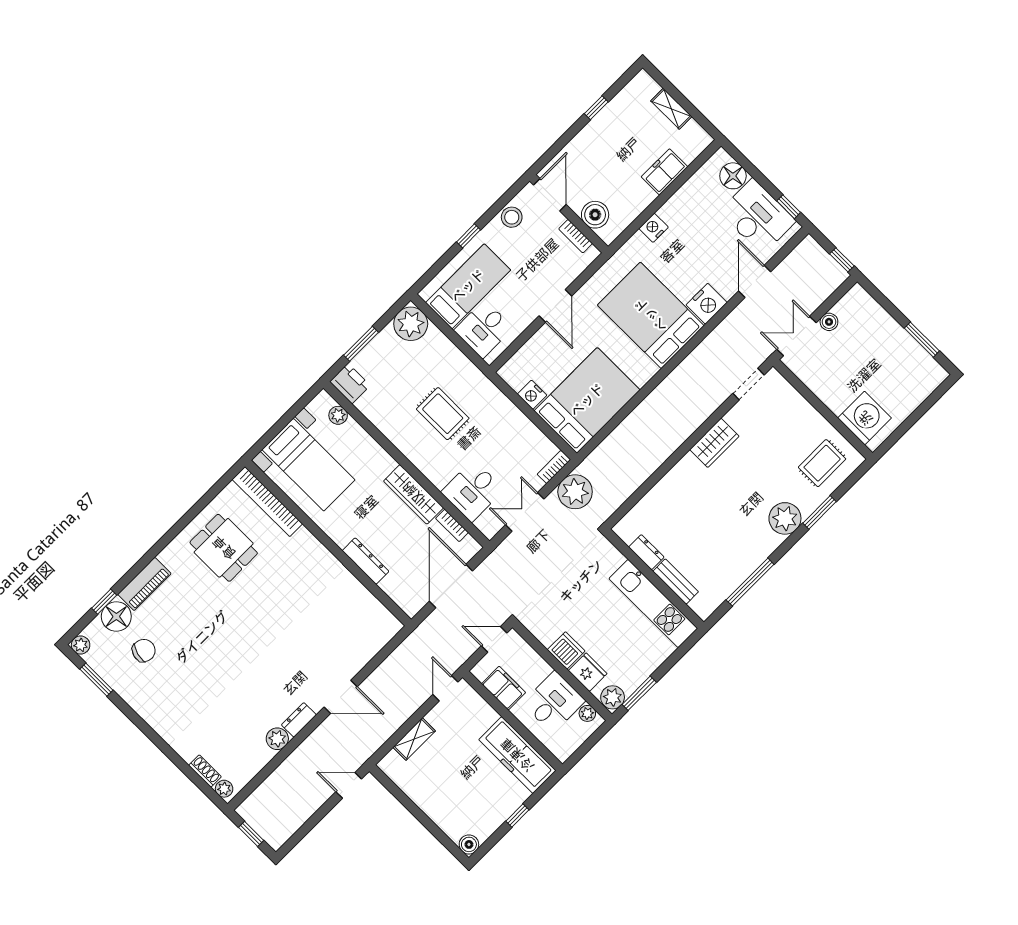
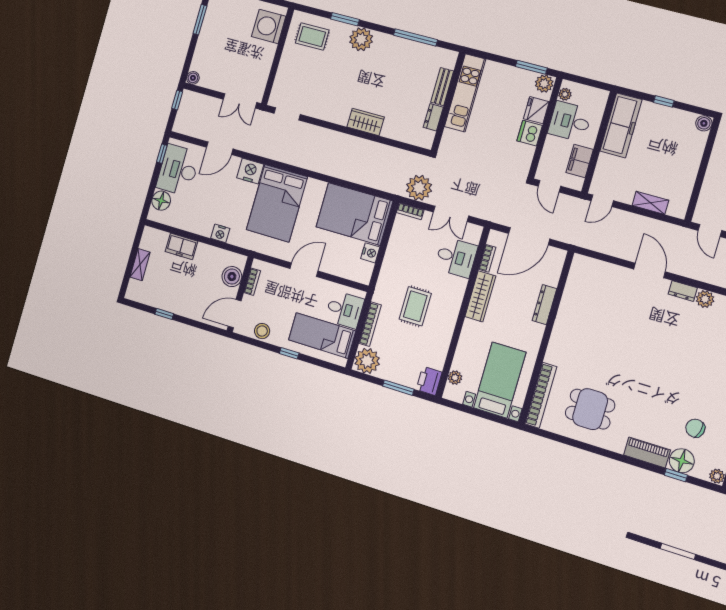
boiler: (829, 322) -> (193, 78), moved
bookcase: (451, 350) -> (370, 324), added
wardrobe: (714, 443) -> (366, 122), moved
dining table: (224, 548) -> (590, 409), turned 90

